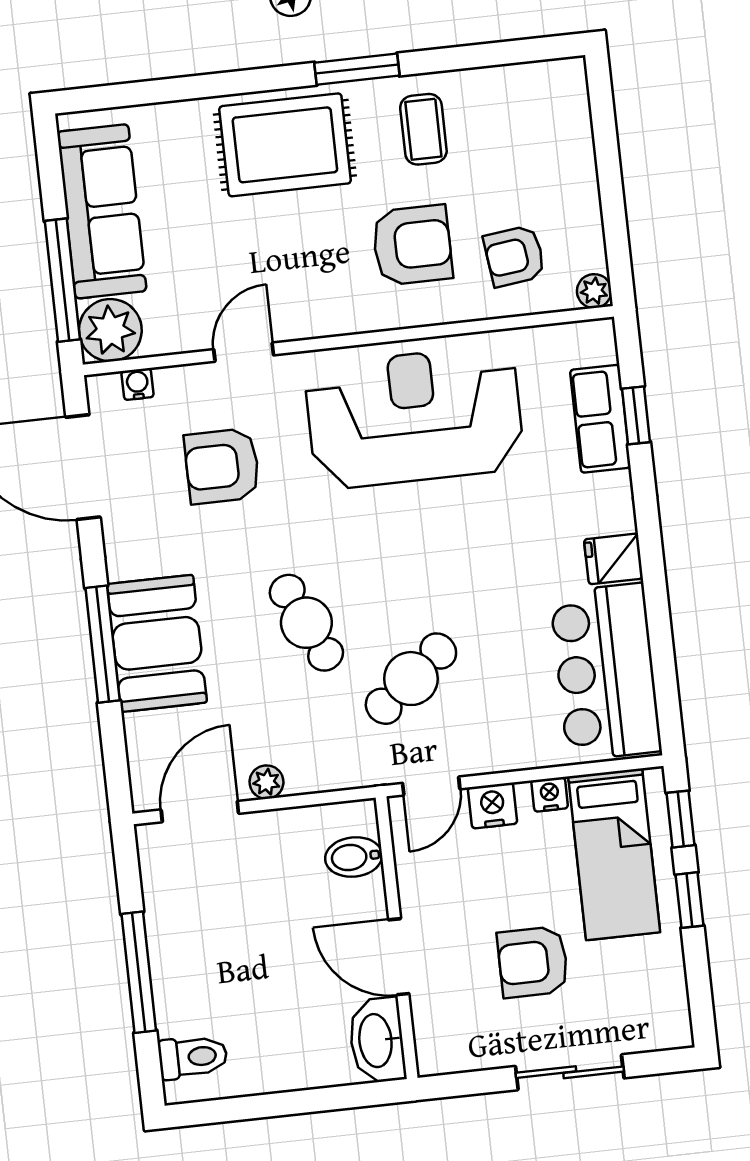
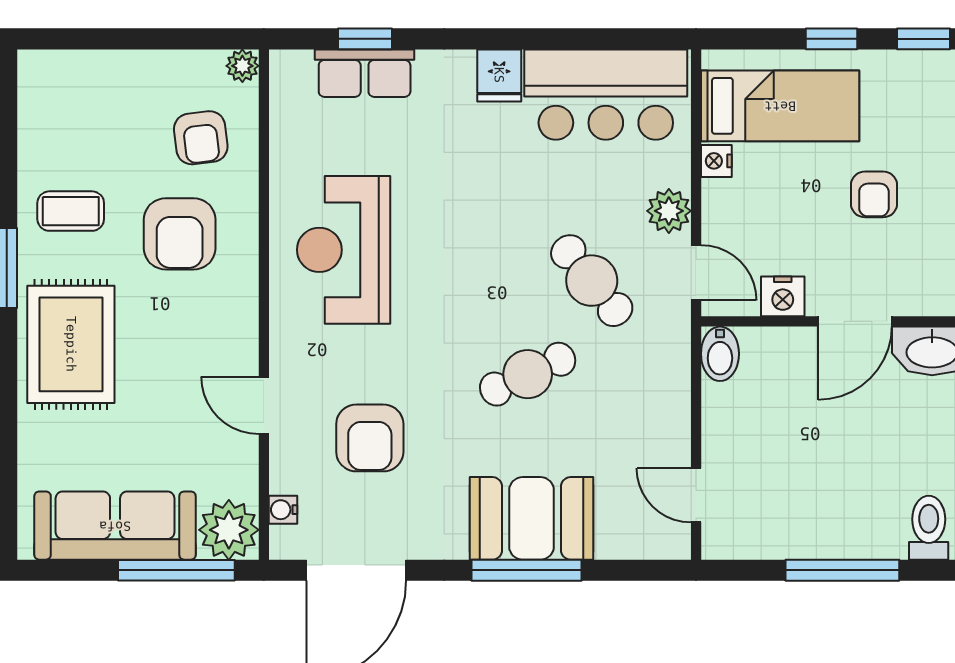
armchair: (412, 245) -> (180, 234), turned 180
reception desk: (414, 417) -> (344, 250), width x0.74, depth x0.77
plant: (266, 782) -> (669, 211), moved, width x1.38, depth x1.38
nightstand: (493, 806) -> (783, 296), moved, turned -90
door: (200, 812) -> (696, 495), width x0.73
window: (681, 819) -> (924, 39), moved
bidet: (354, 857) -> (720, 354), moved
armchair: (533, 962) -> (874, 194), width x0.72, depth x0.72

